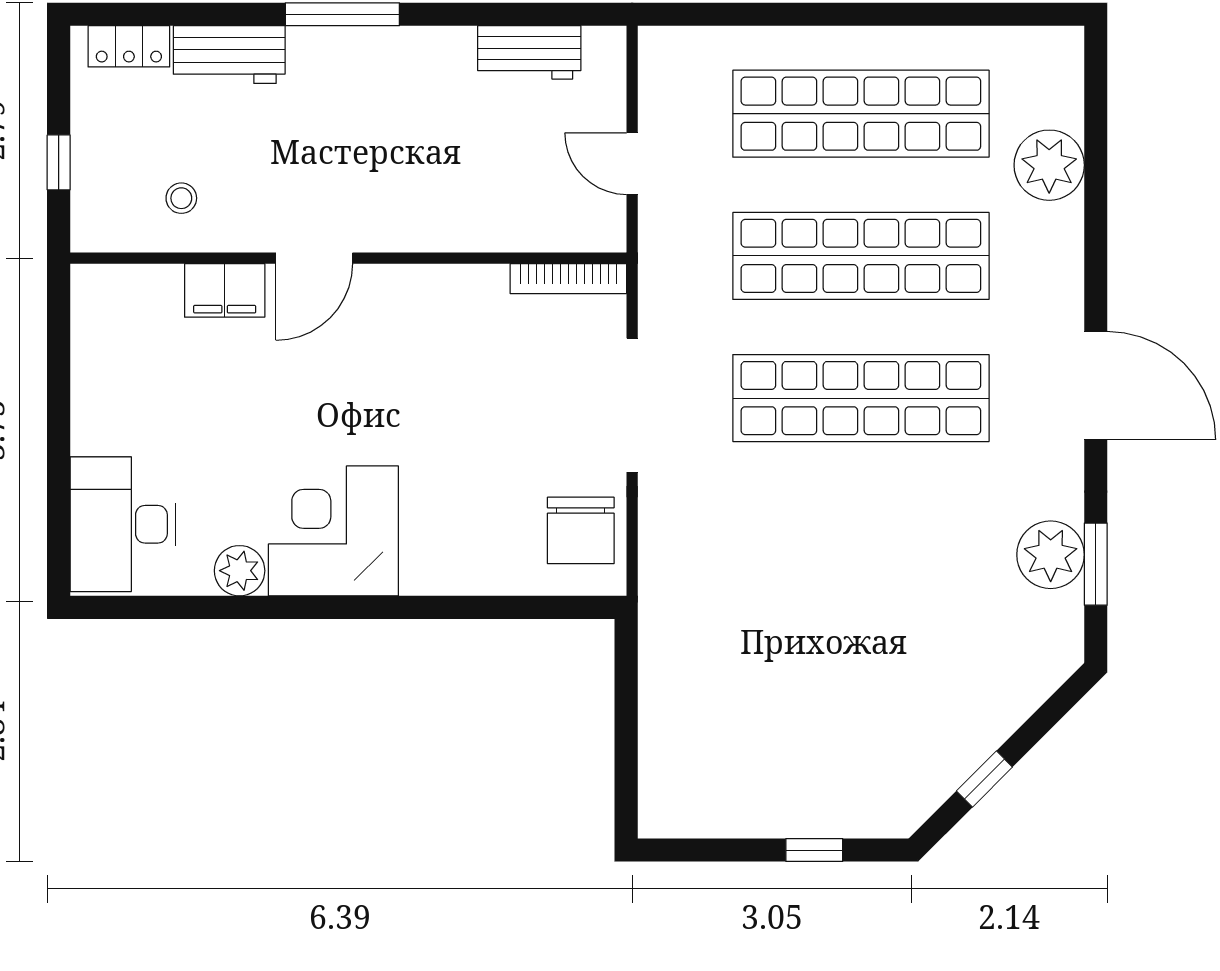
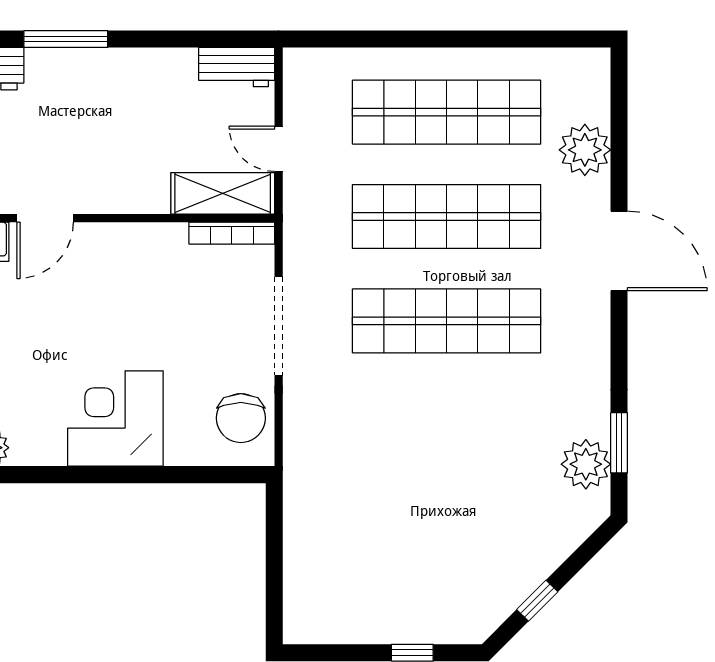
workbench: (529, 52) -> (237, 67), moved
shelving: (556, 224) -> (223, 193), added
door: (1096, 386) -> (619, 251), moved
corner desk: (333, 531) -> (115, 418), moved
plant: (1051, 555) -> (586, 464), moved

